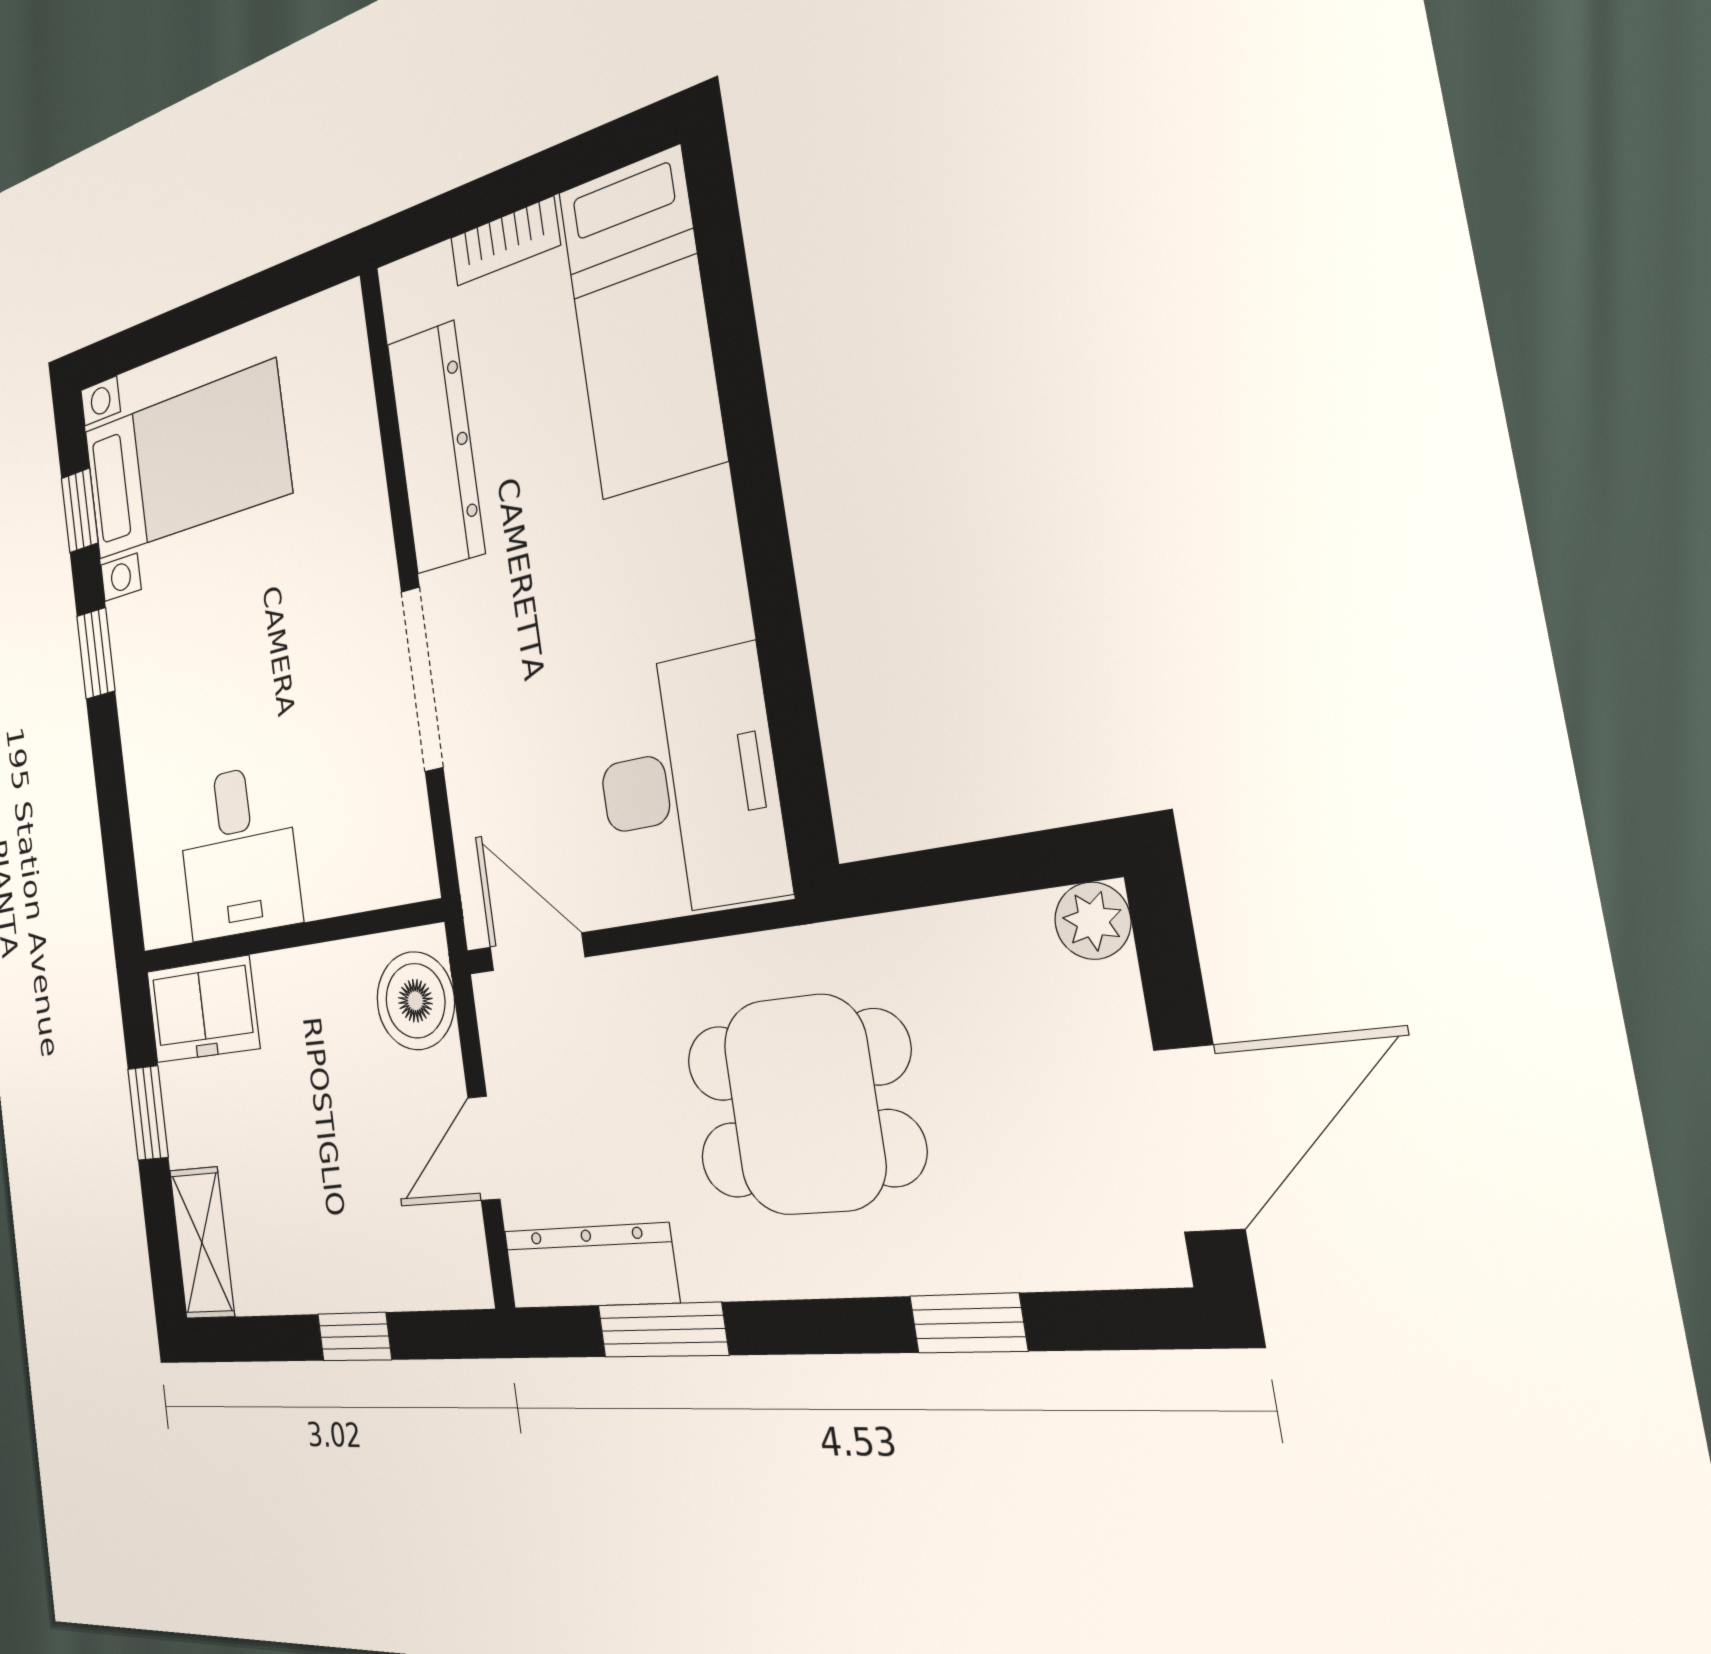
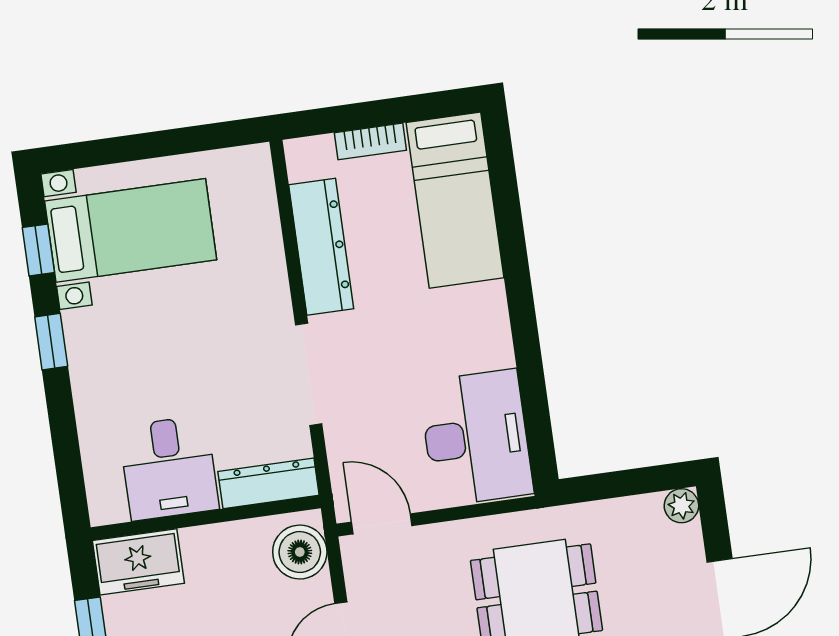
dresser: (369, 877) -> (268, 483), added

